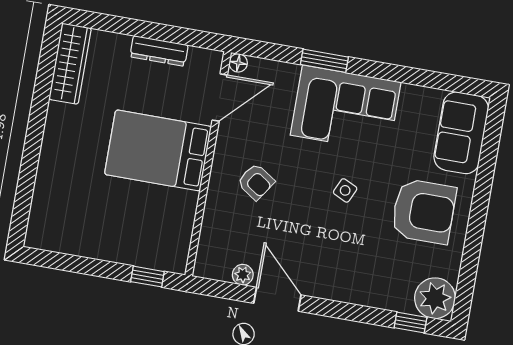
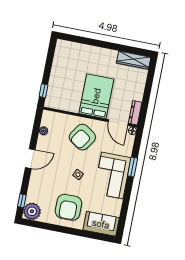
dresser: (159, 51) -> (135, 113), moved
armchair: (256, 182) -> (82, 137), width x1.88, depth x1.88
door: (277, 299) -> (30, 159), moved

